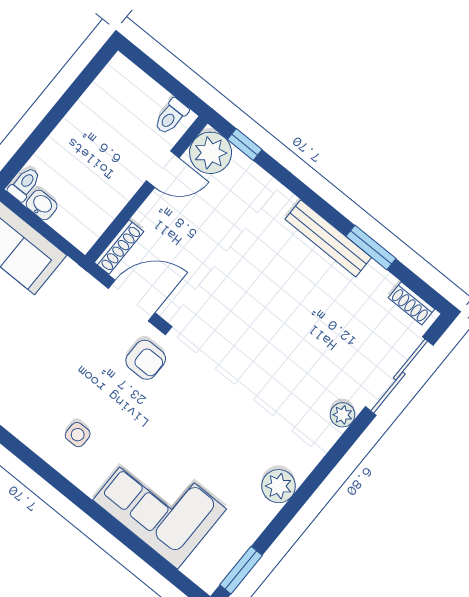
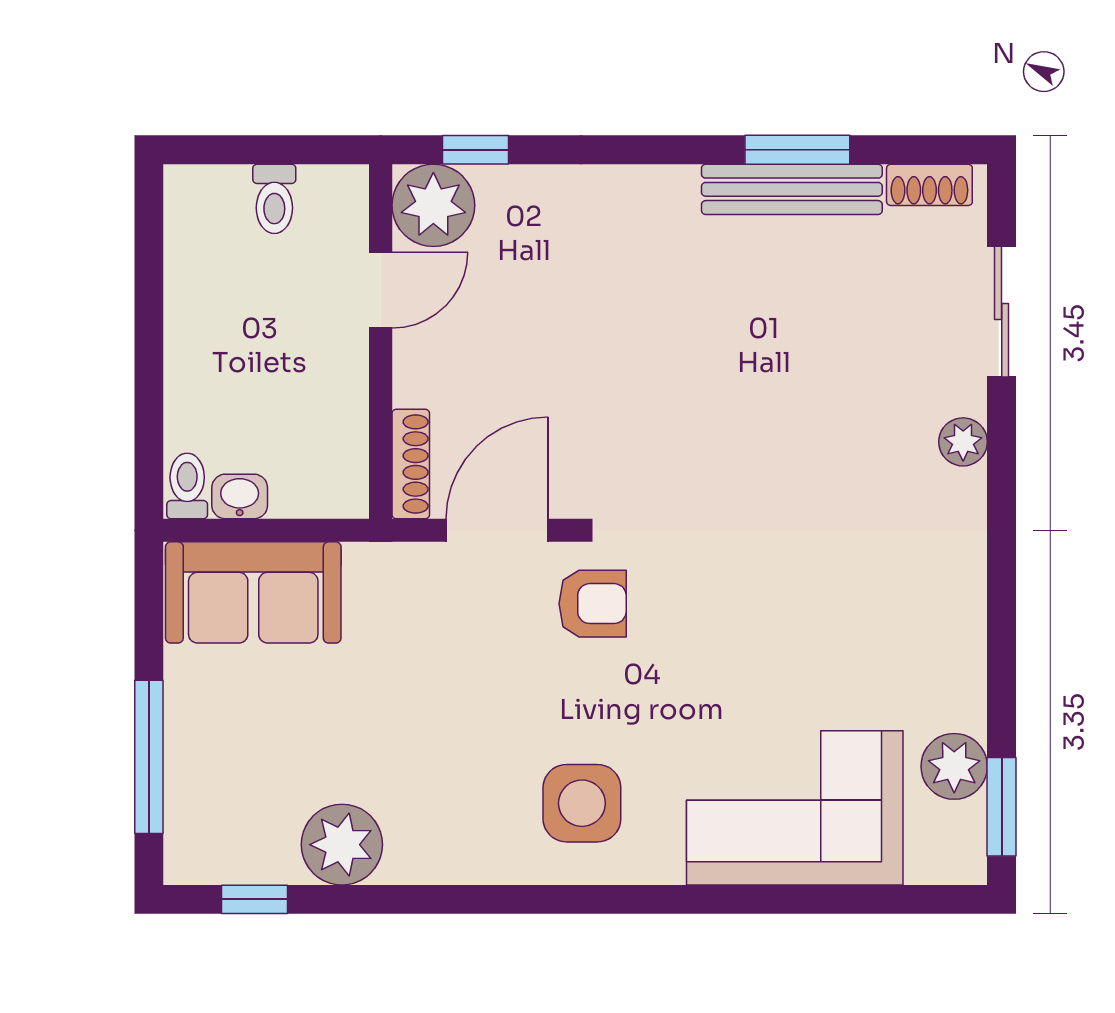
toilet: (171, 116) -> (274, 199), moved
bench: (328, 238) -> (792, 189), moved
sliding door: (399, 376) -> (1002, 312), width x0.73
side table: (78, 435) -> (582, 803), width x1.87, depth x1.87
plant: (279, 486) -> (954, 766), moved

